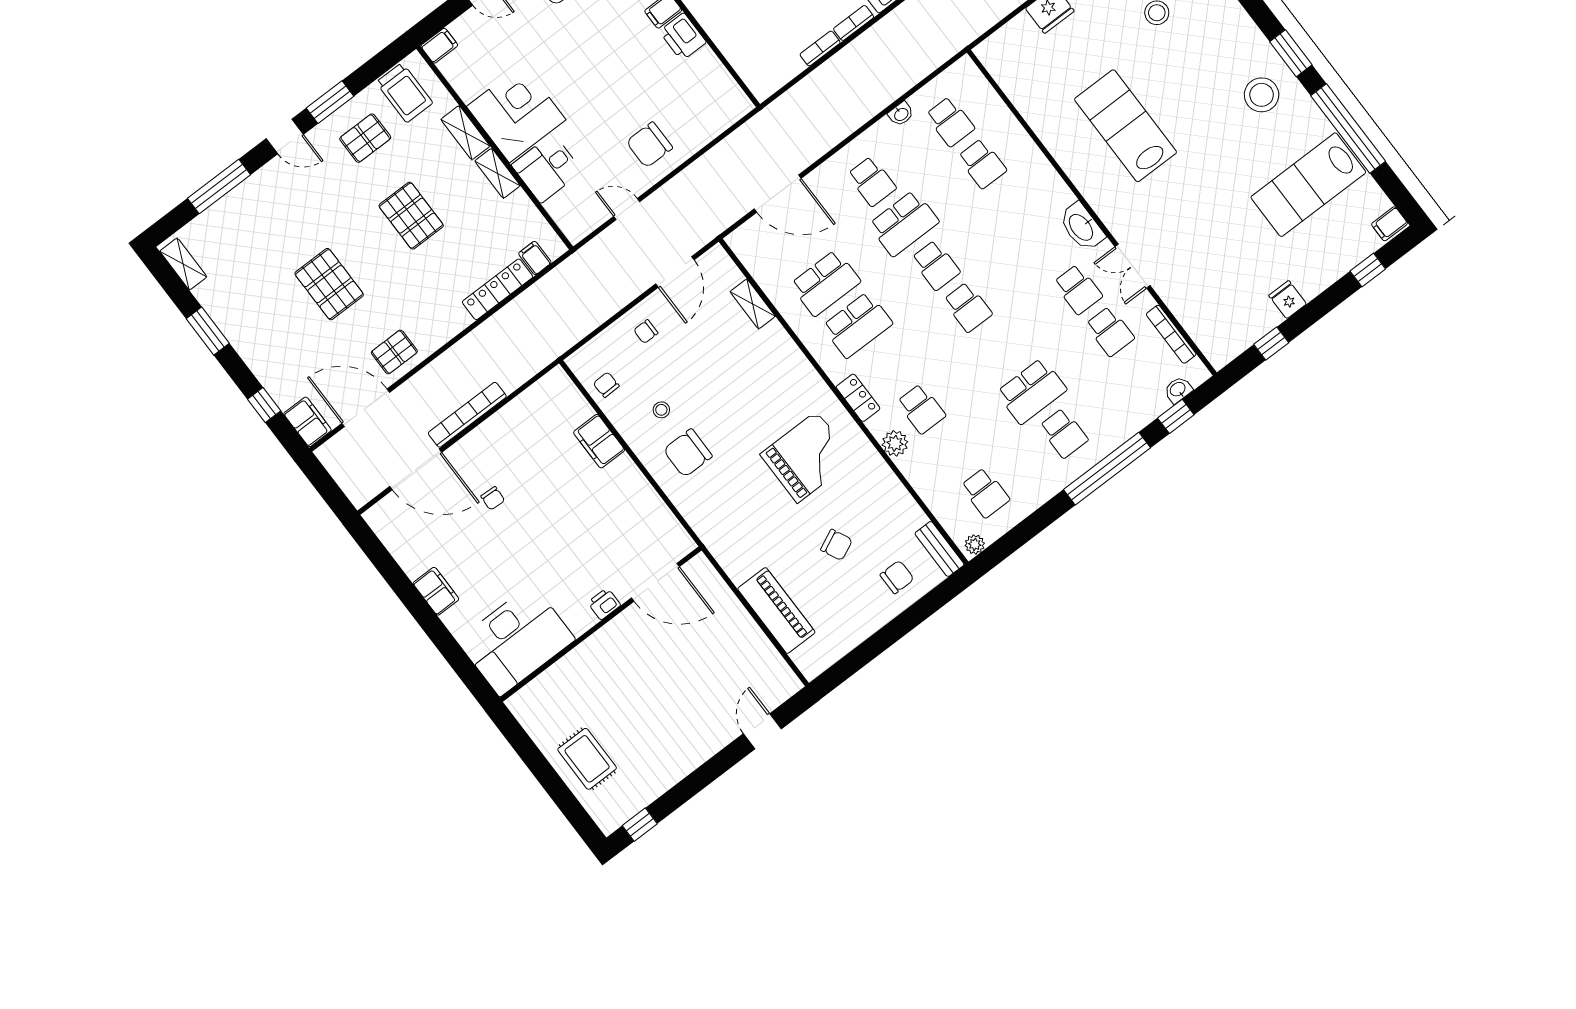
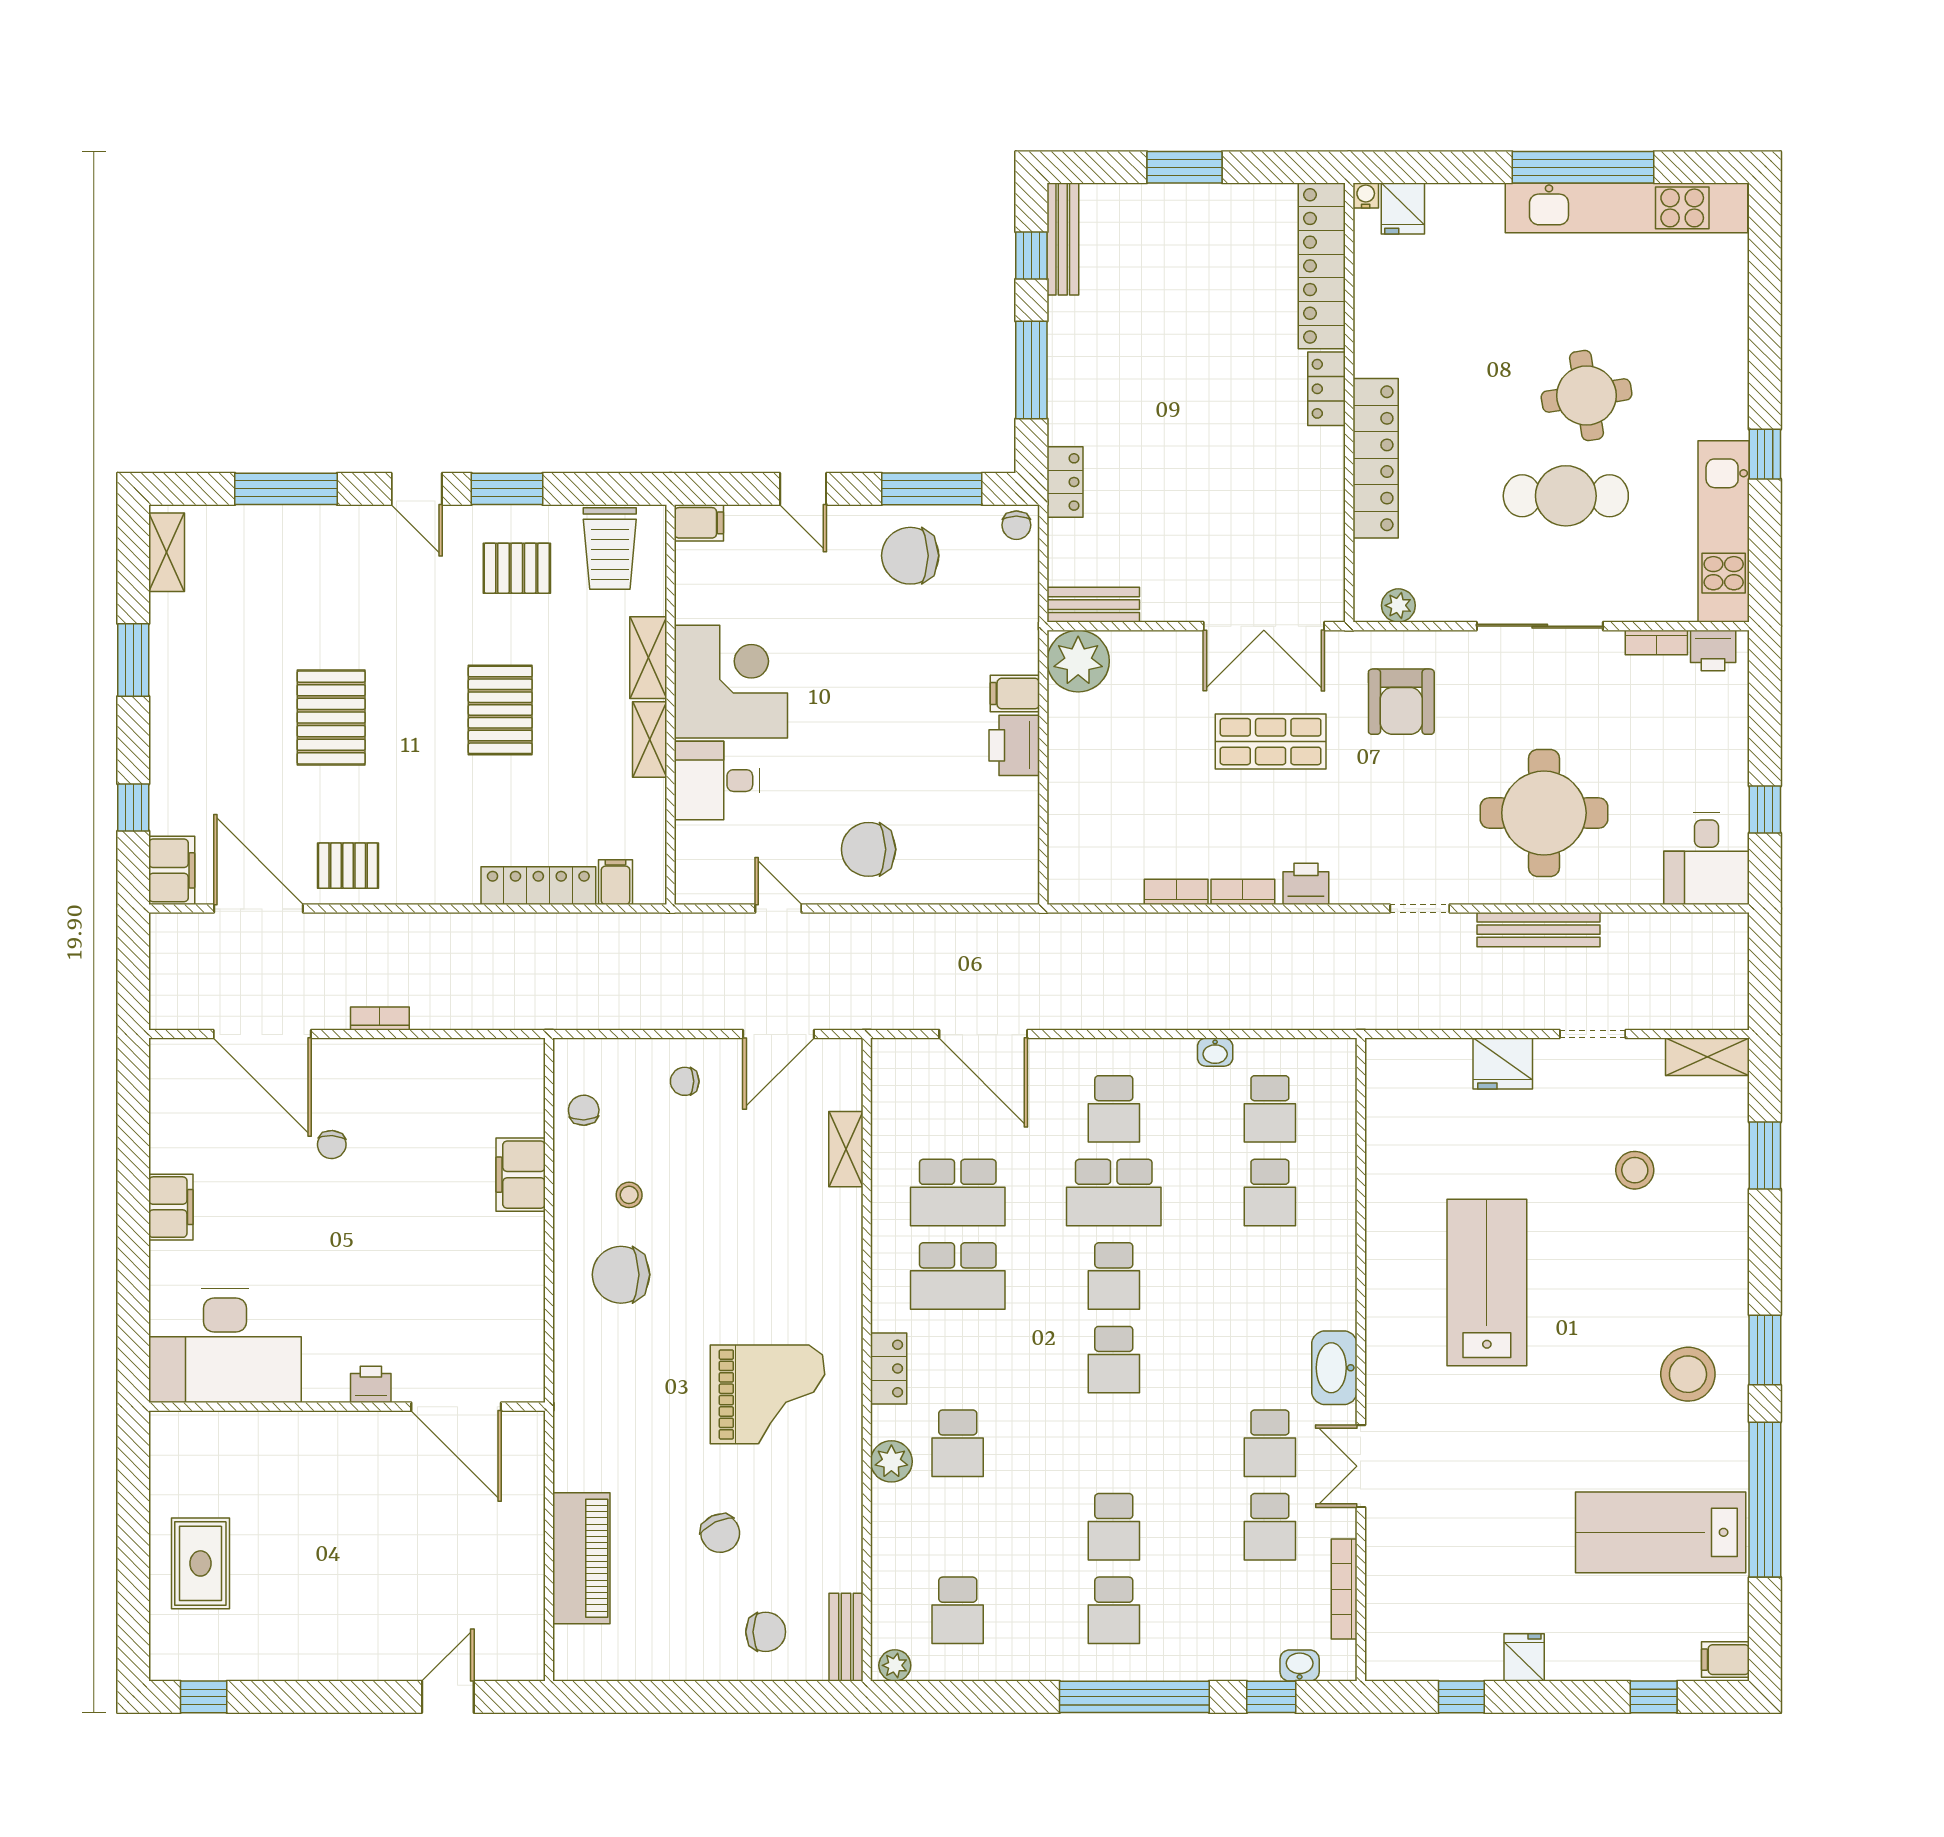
school desk: (1032, 391) -> (1114, 1527), width x0.54
bookcase: (467, 415) -> (380, 1018), width x0.43, depth x0.76

